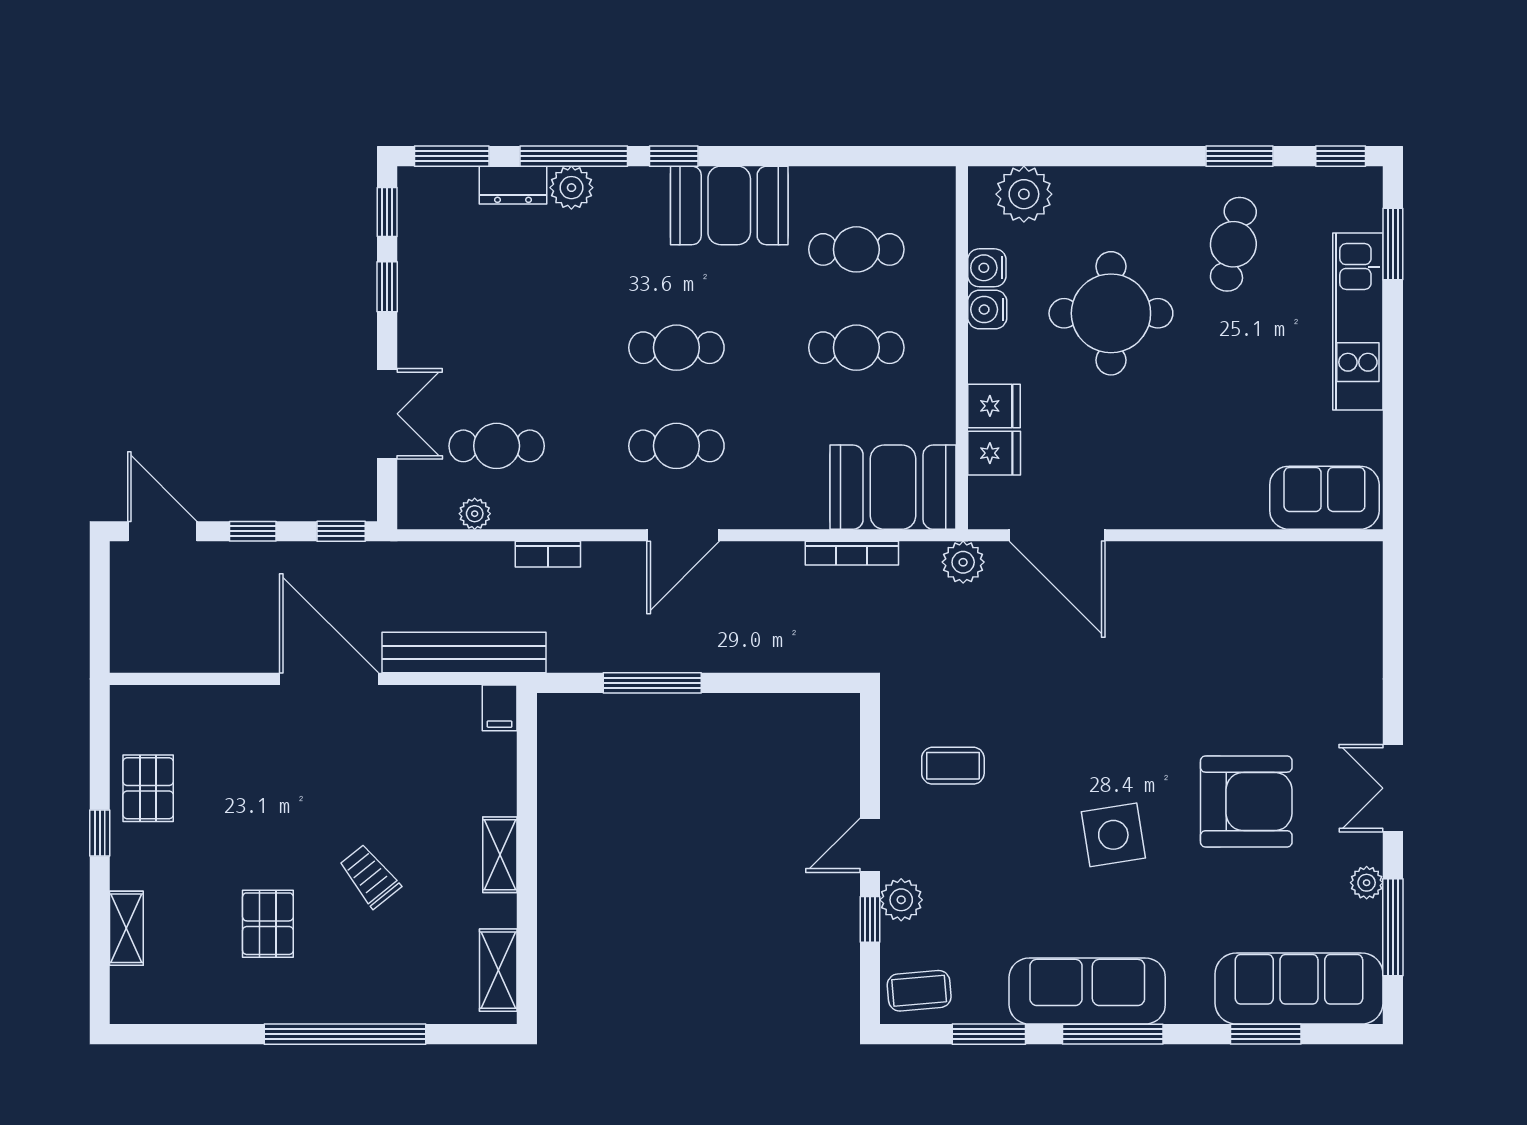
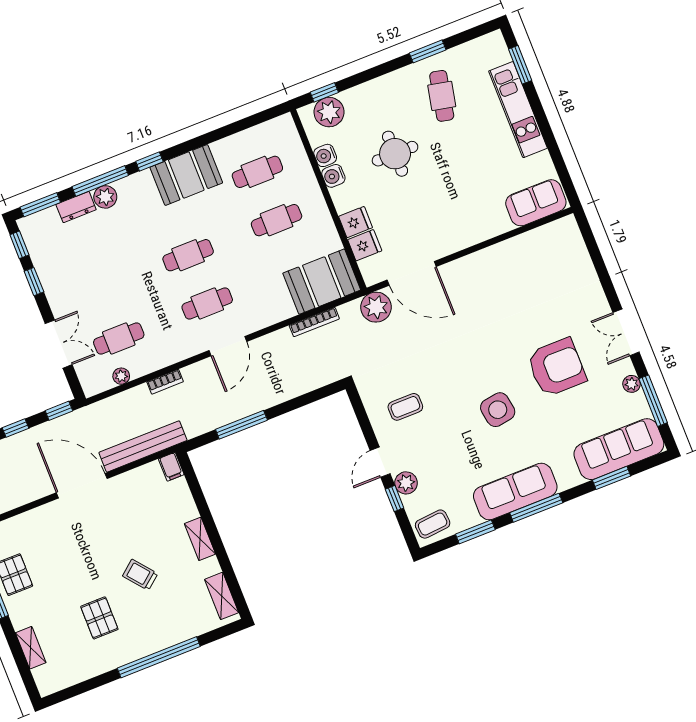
window: (1341, 156) -> (324, 92), moved
round table: (1111, 313) -> (395, 154), width x0.73, depth x0.73
plant: (963, 562) -> (376, 307), width x1.36, depth x1.36

